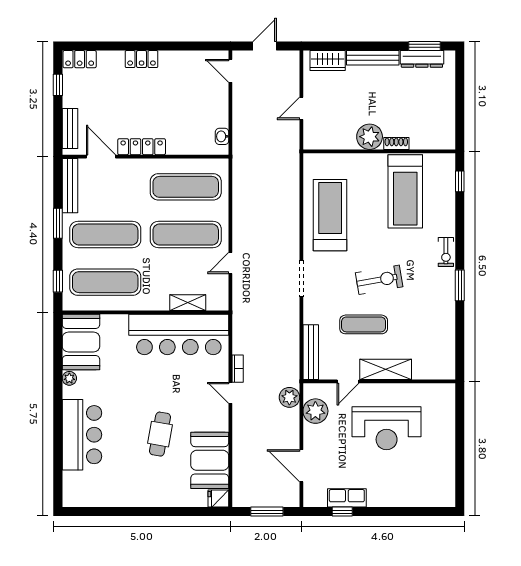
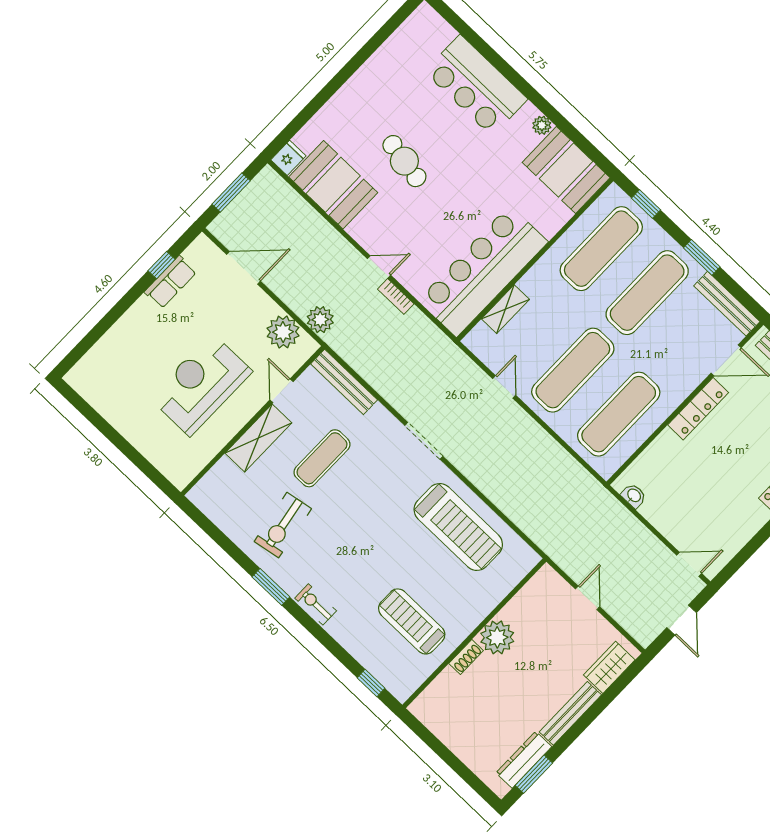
treadmill: (405, 191) -> (412, 621), width x0.73, depth x0.73
exercise bike: (379, 280) -> (283, 525), moved

